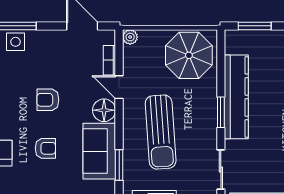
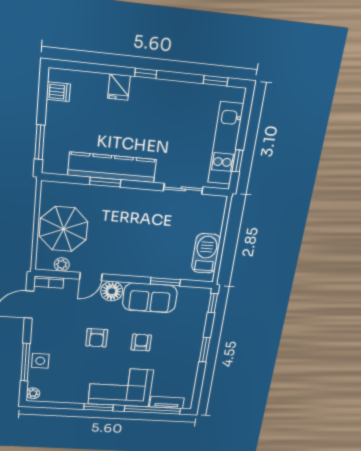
plant: (130, 37) -> (62, 265), moved
parasol: (189, 55) -> (63, 229), moved
bookcase: (109, 60) -> (49, 282), moved
window: (221, 112) -> (105, 182), moved
sun lounger: (161, 132) -> (139, 242), removed

